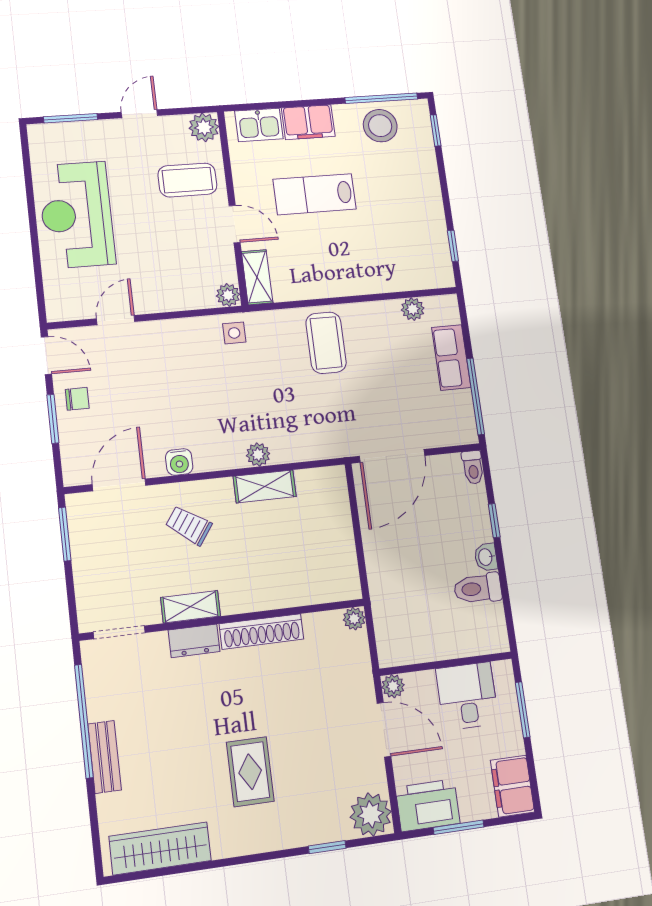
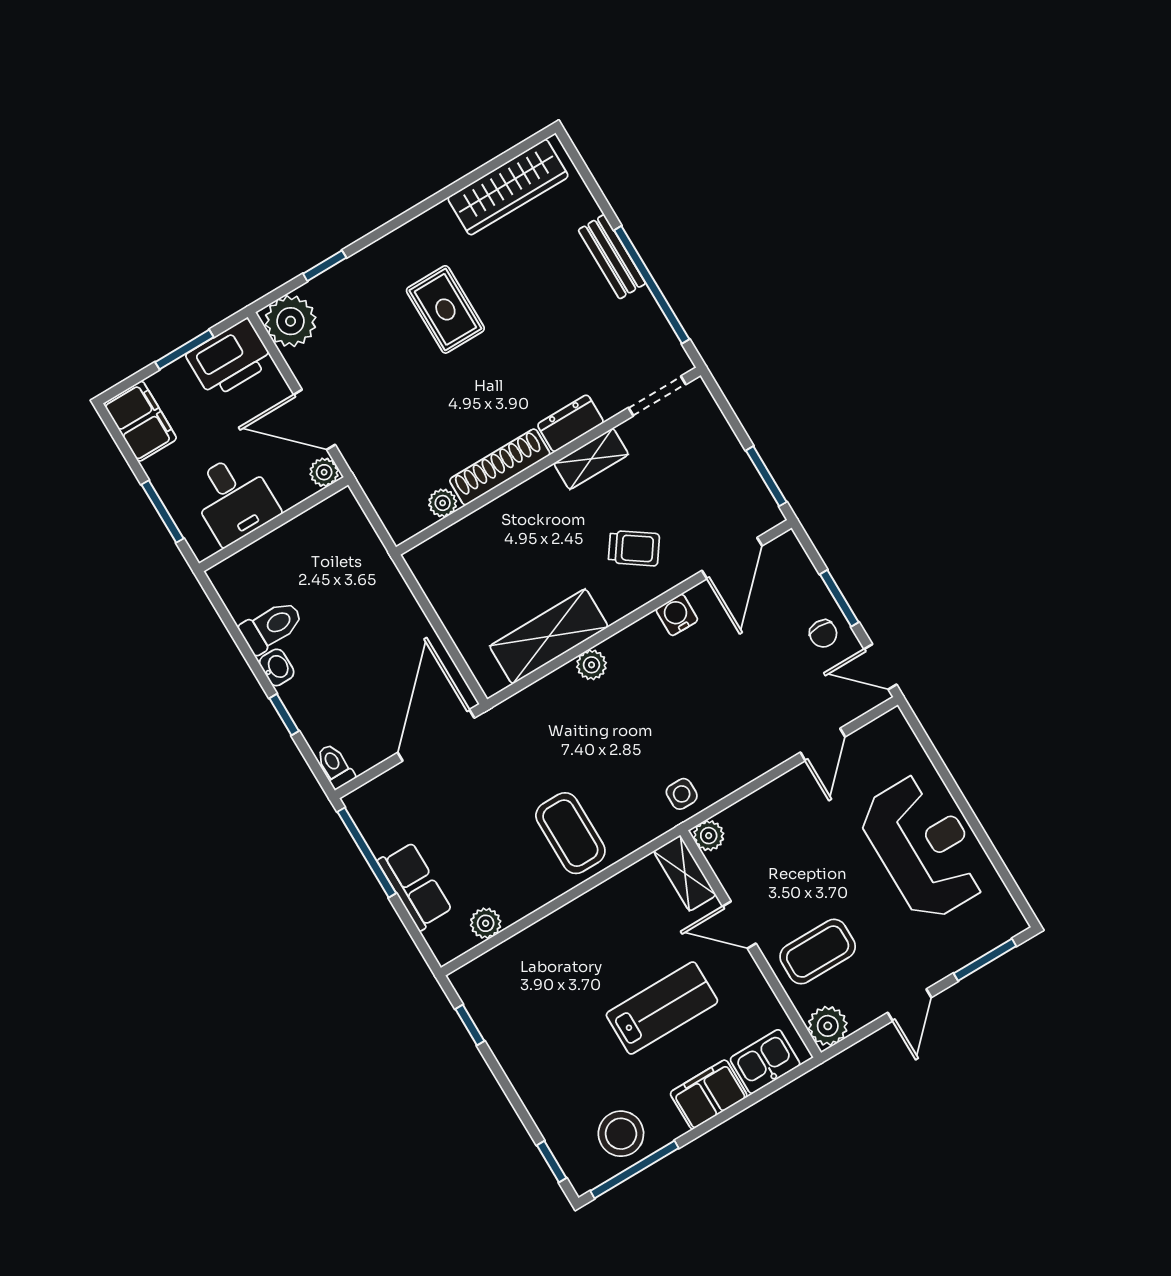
chair: (77, 399) -> (823, 634), turned -90
shelving: (265, 486) -> (549, 636), width x1.50, depth x1.33
plant: (354, 619) -> (443, 503), moved

